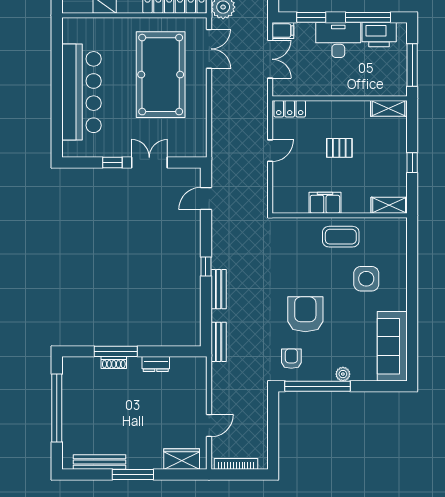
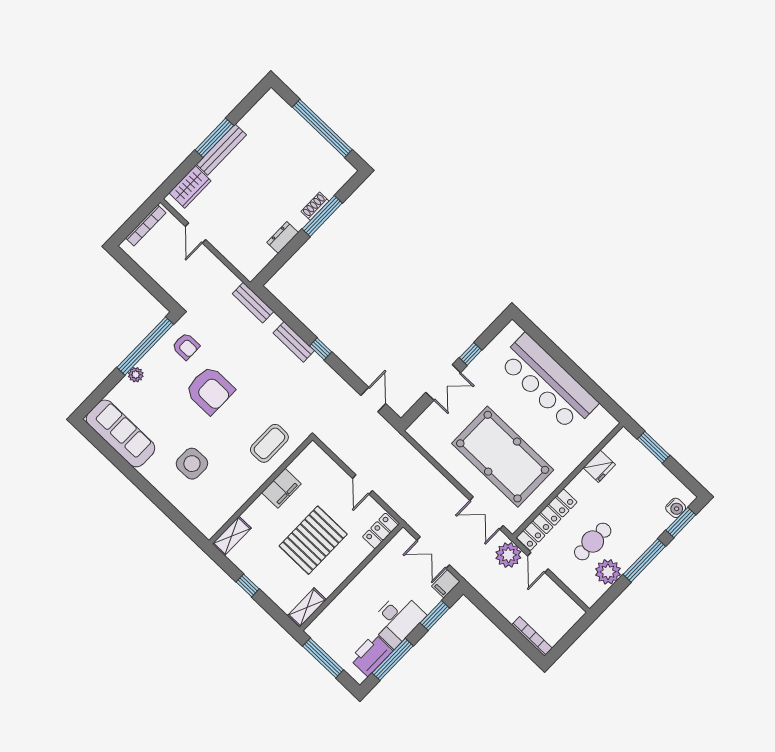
pallet: (339, 148) -> (313, 540), width x2.05, depth x2.00
coffee table: (341, 237) -> (269, 443), moved
bench: (99, 462) -> (221, 150), moved

